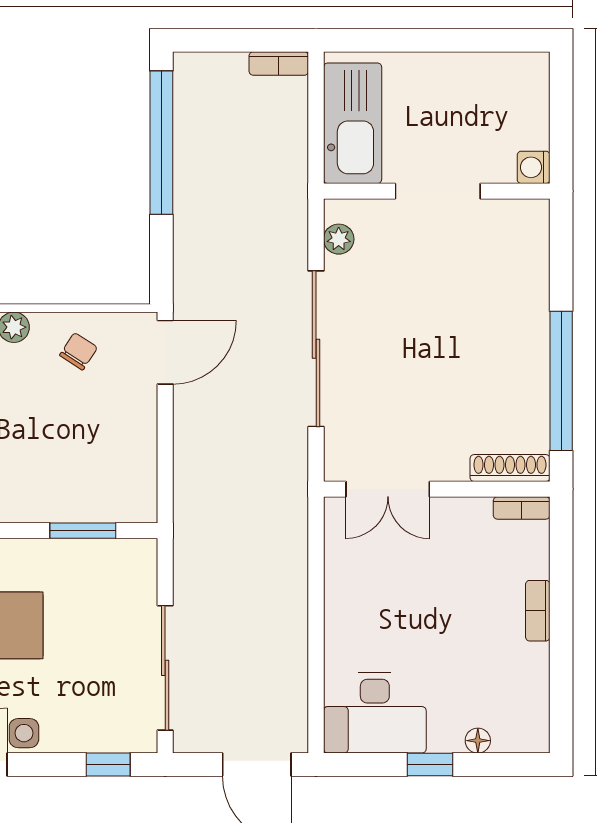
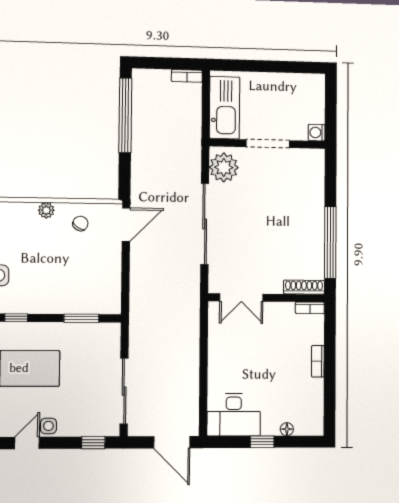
plant: (339, 239) -> (224, 167), width x1.88, depth x1.88

